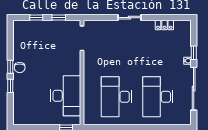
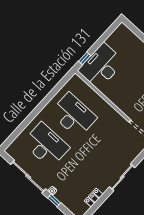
sliding door: (130, 18) -> (122, 177), width x1.37
desk: (66, 96) -> (101, 66), moved, turned 90

